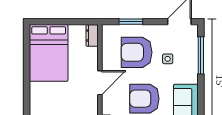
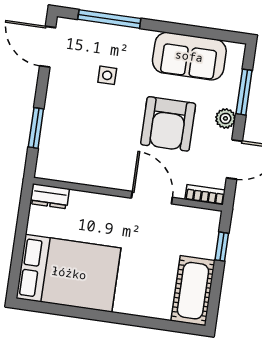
armchair: (137, 52) -> (89, 126), removed
door: (100, 83) -> (152, 198), moved

